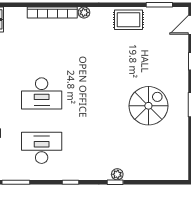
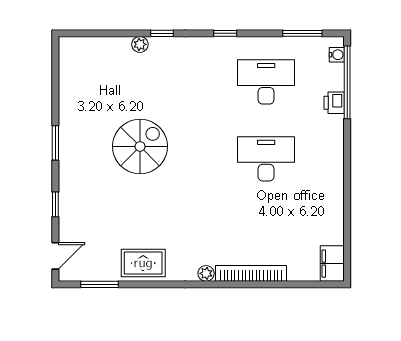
spiral stairs: (148, 106) -> (140, 146), moved, turned 180
desk: (42, 148) -> (266, 82), turned 180
plant: (117, 174) -> (140, 44), moved

